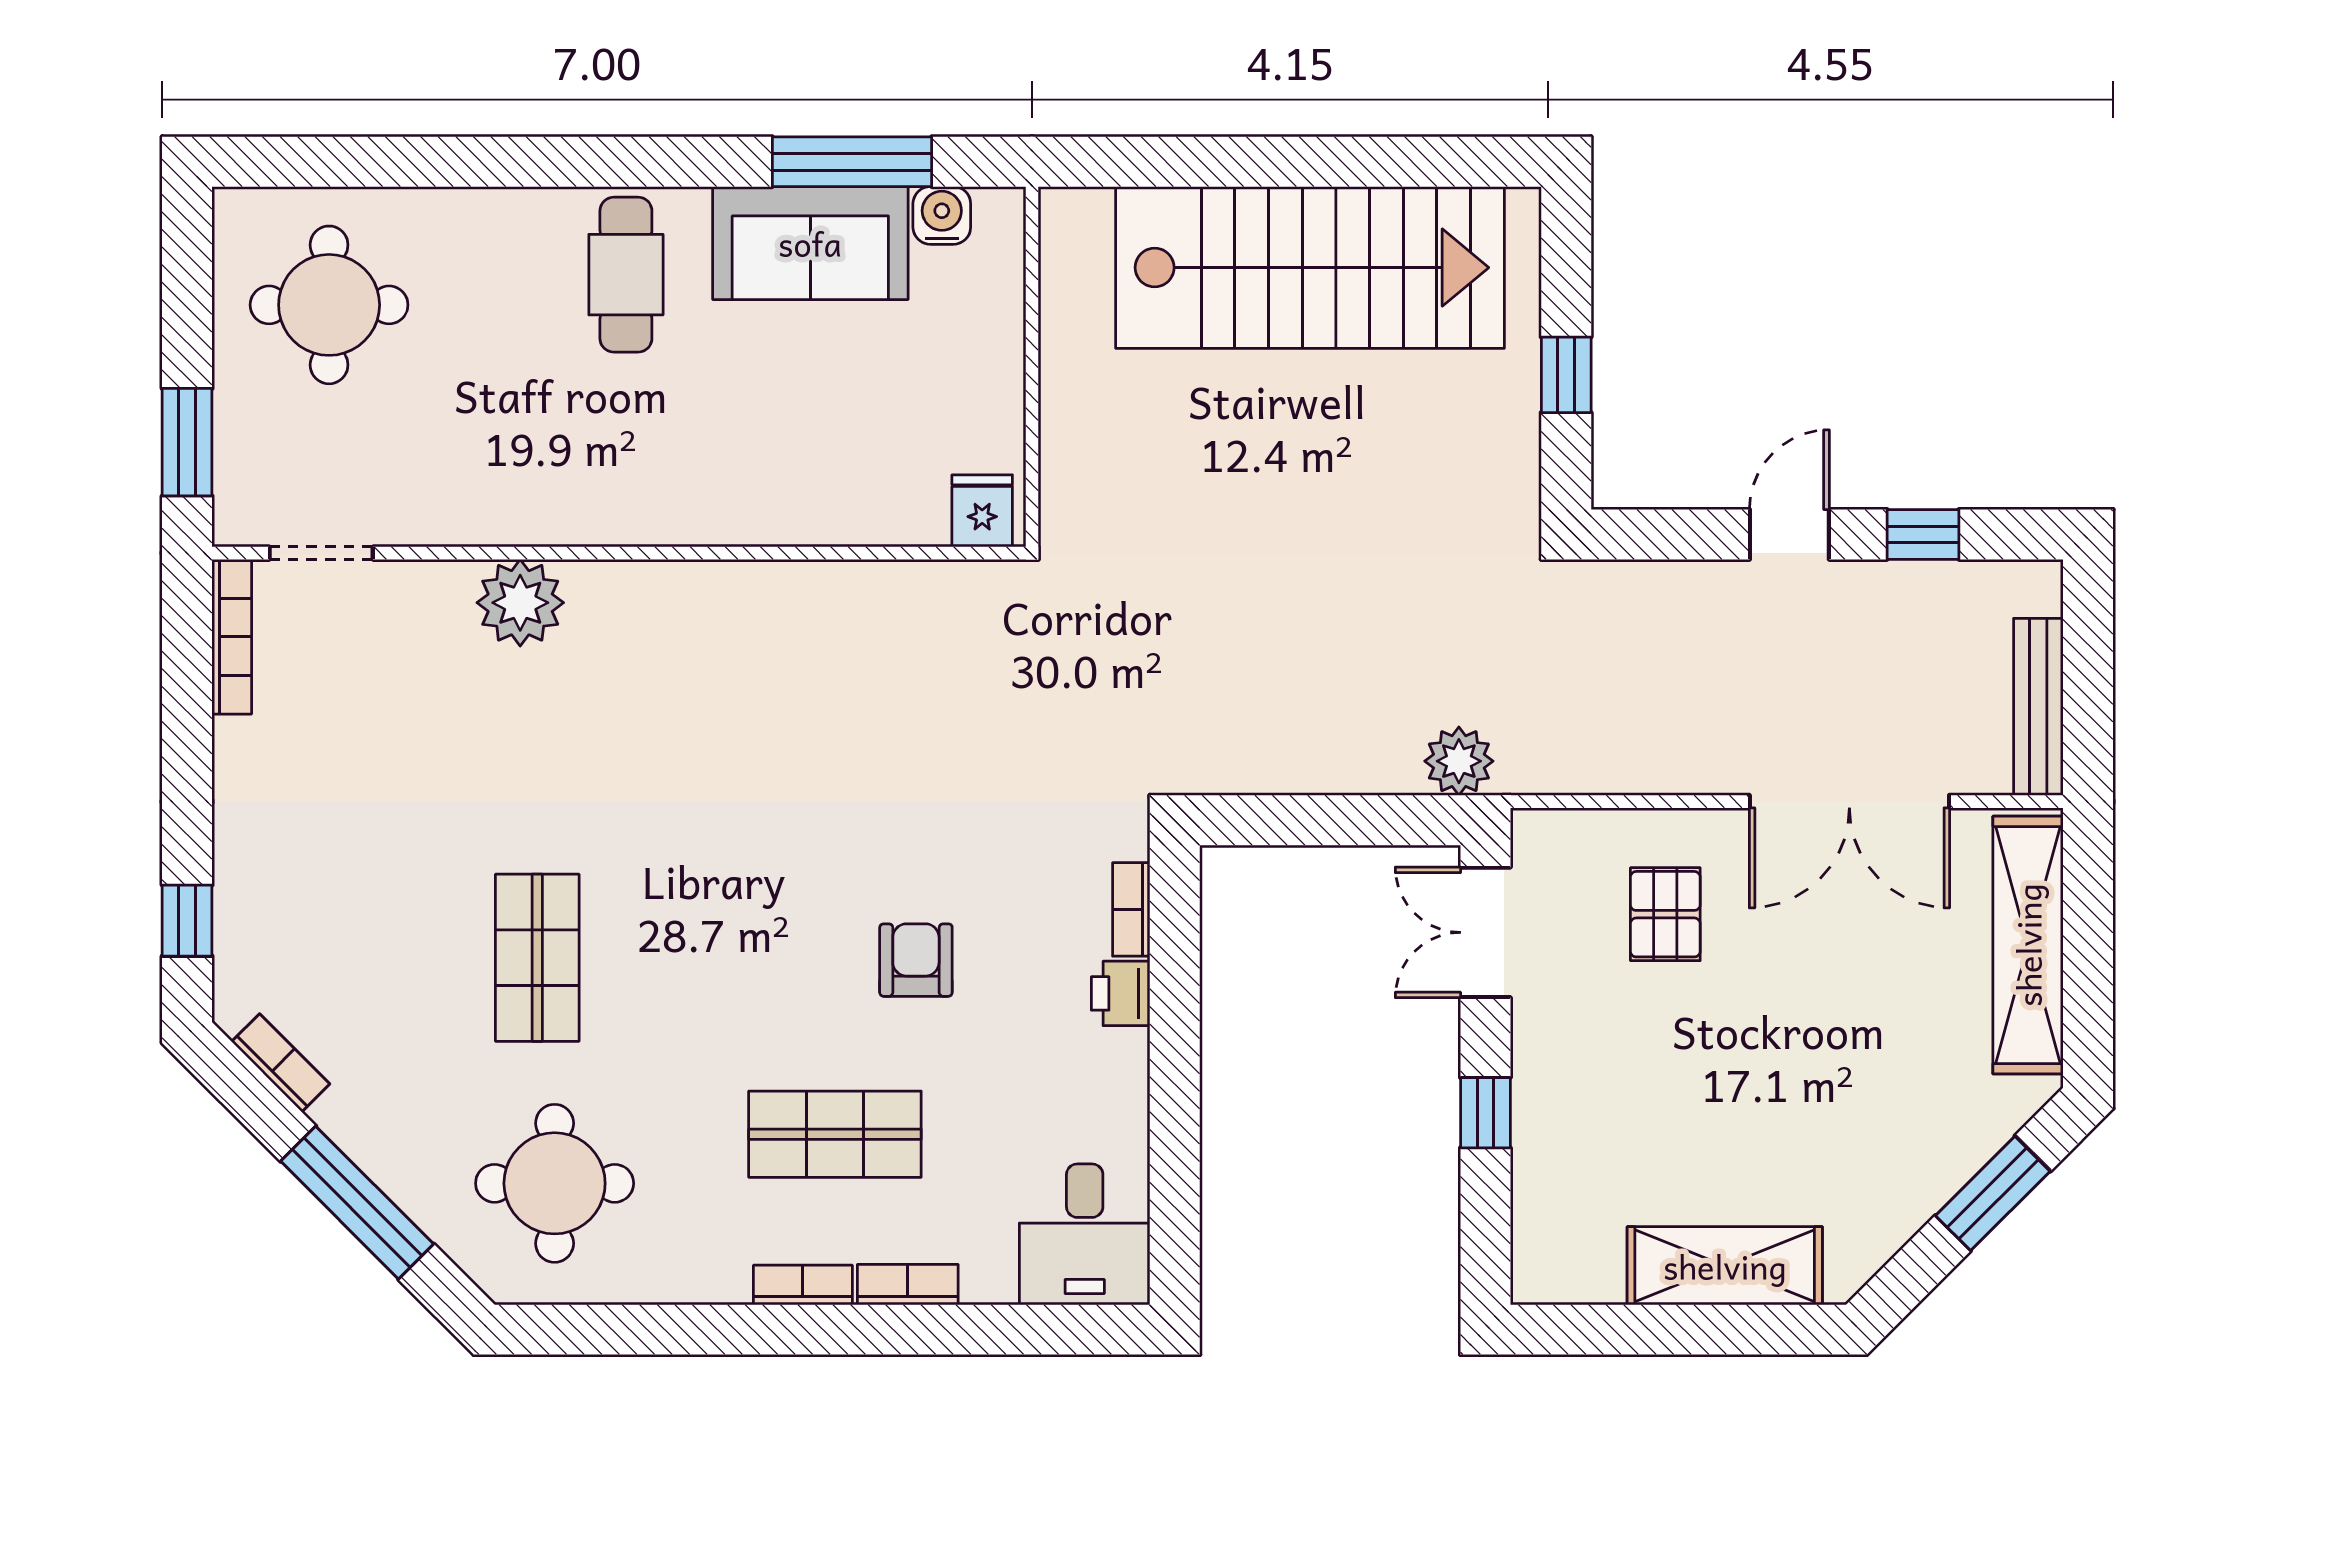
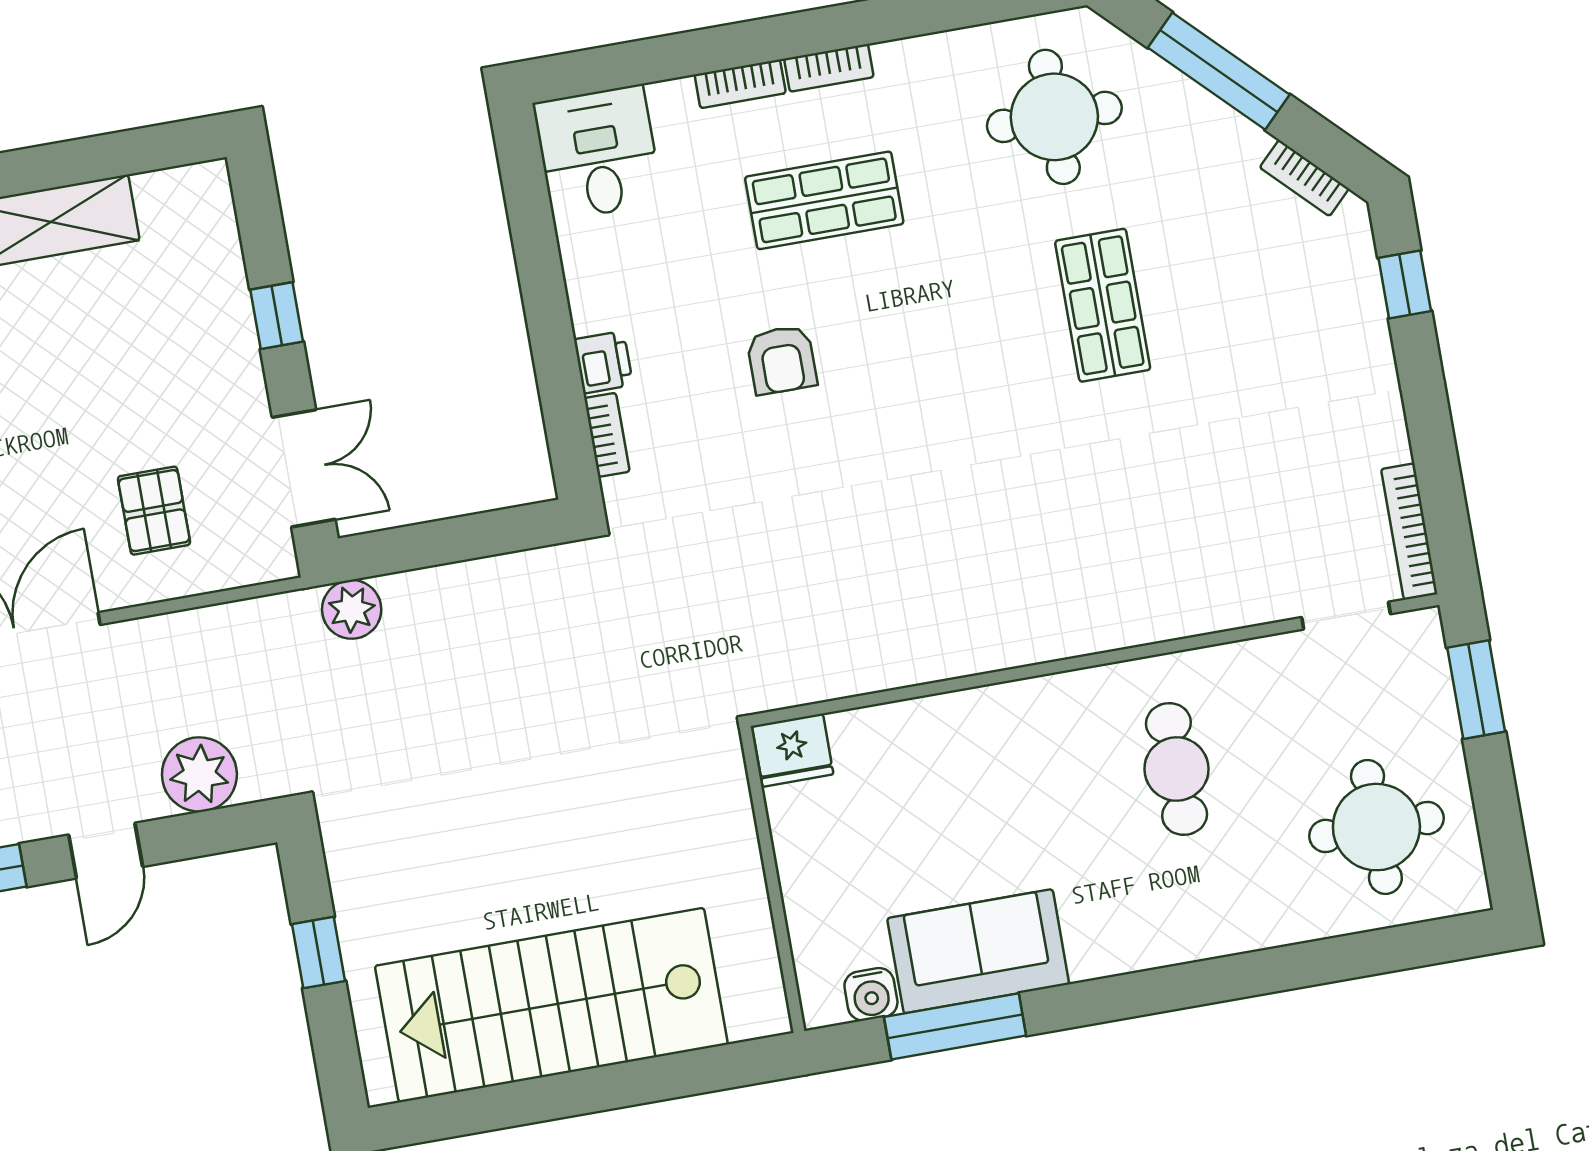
cafe table: (626, 275) -> (1176, 769), moved
fridge: (982, 511) -> (793, 750), width x1.38
plant: (520, 603) -> (199, 775), moved

